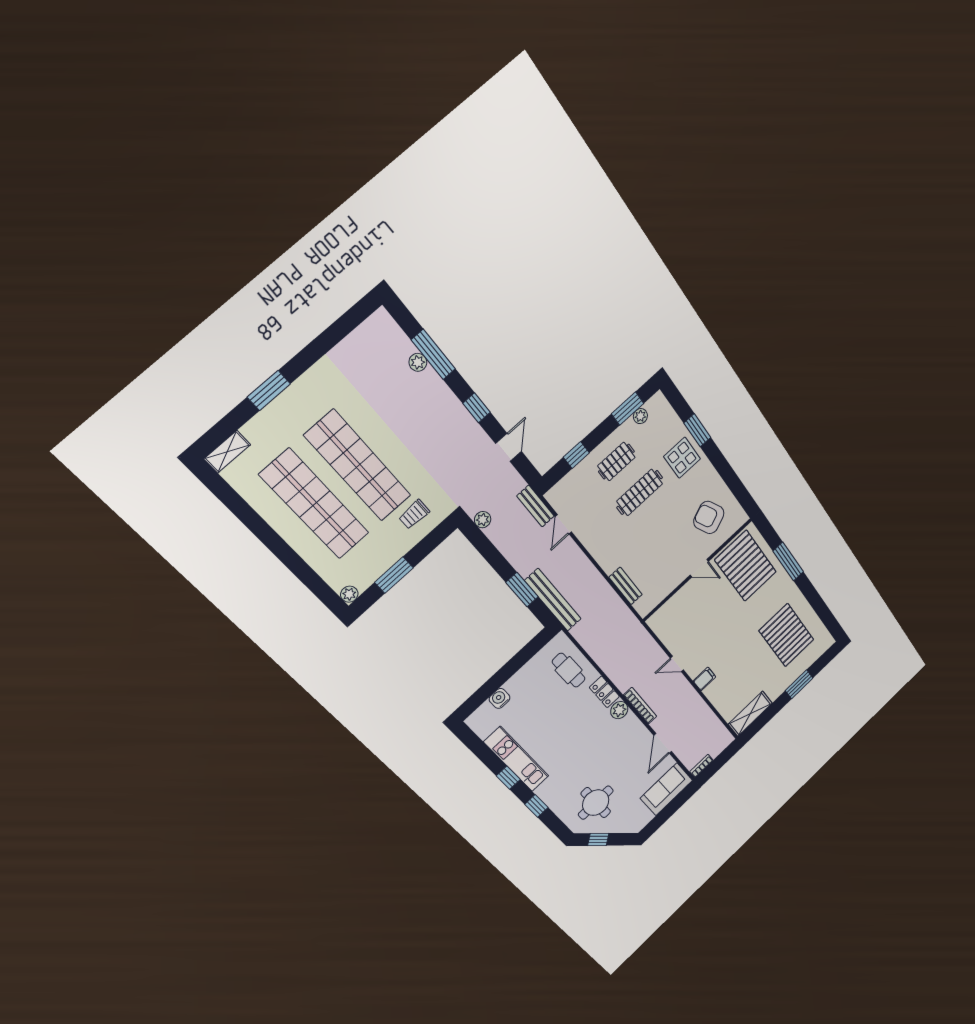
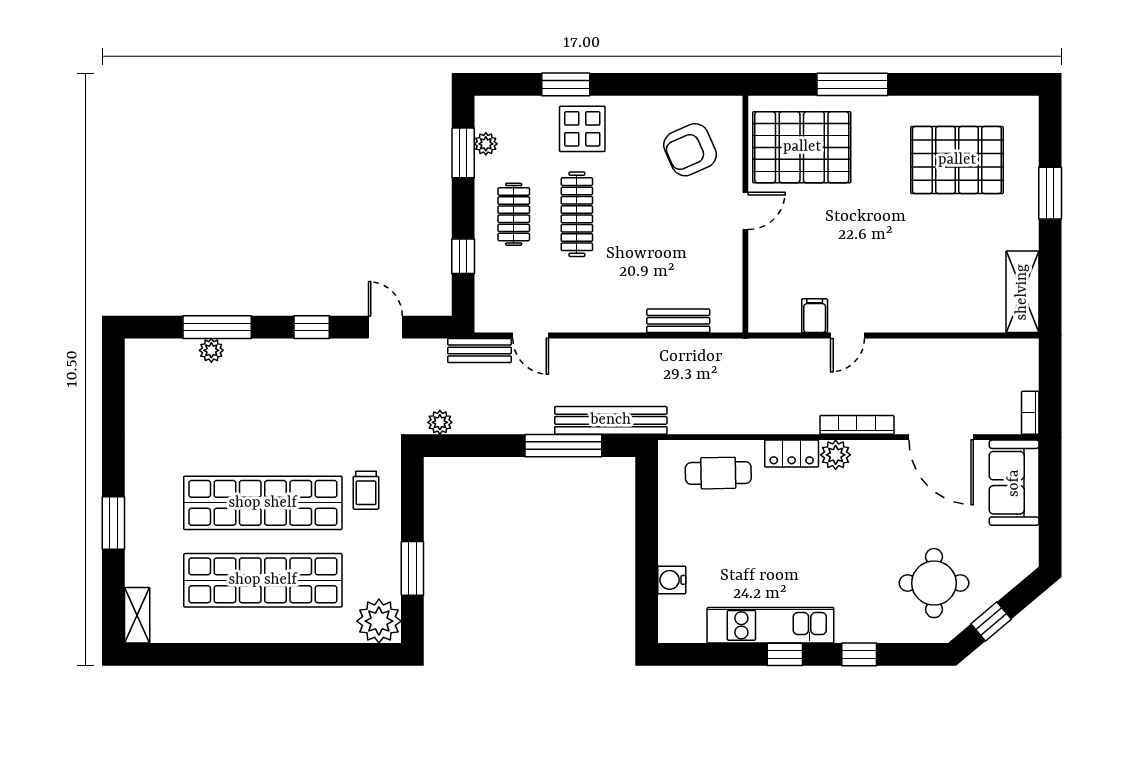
window: (522, 590) -> (563, 446), width x1.44
plant: (349, 594) -> (379, 621), width x1.87, depth x1.87
filing cabinet: (704, 679) -> (815, 316), moved
door: (663, 743) -> (941, 437), width x1.36

